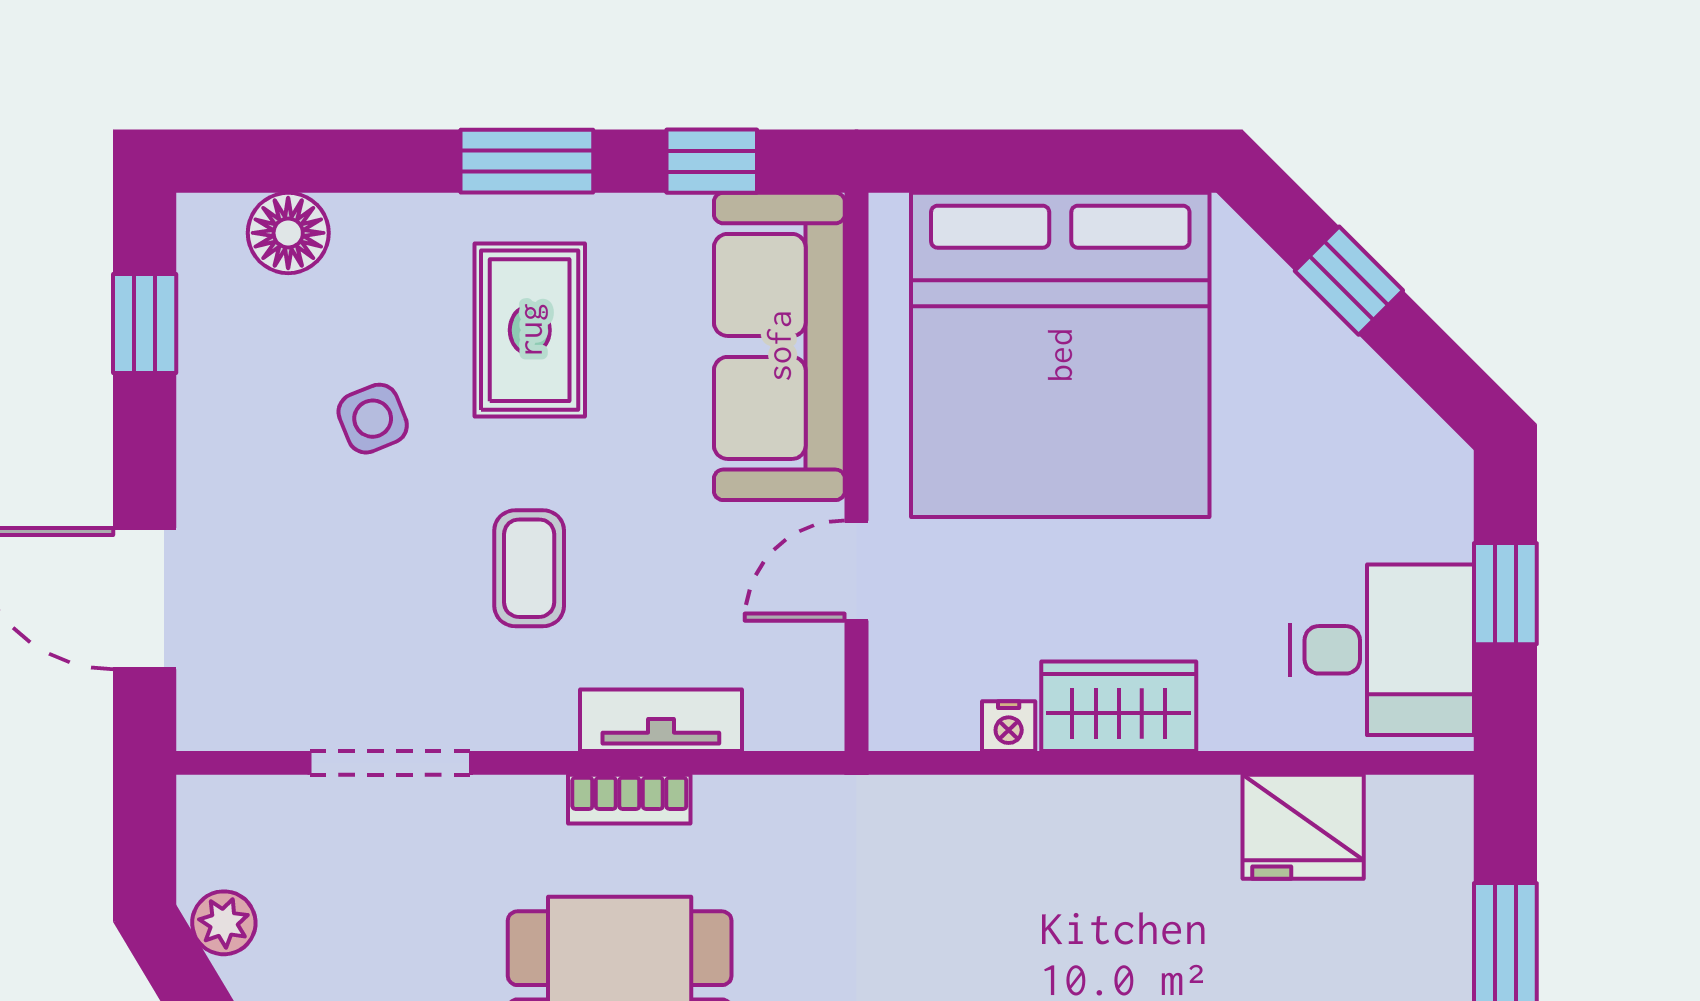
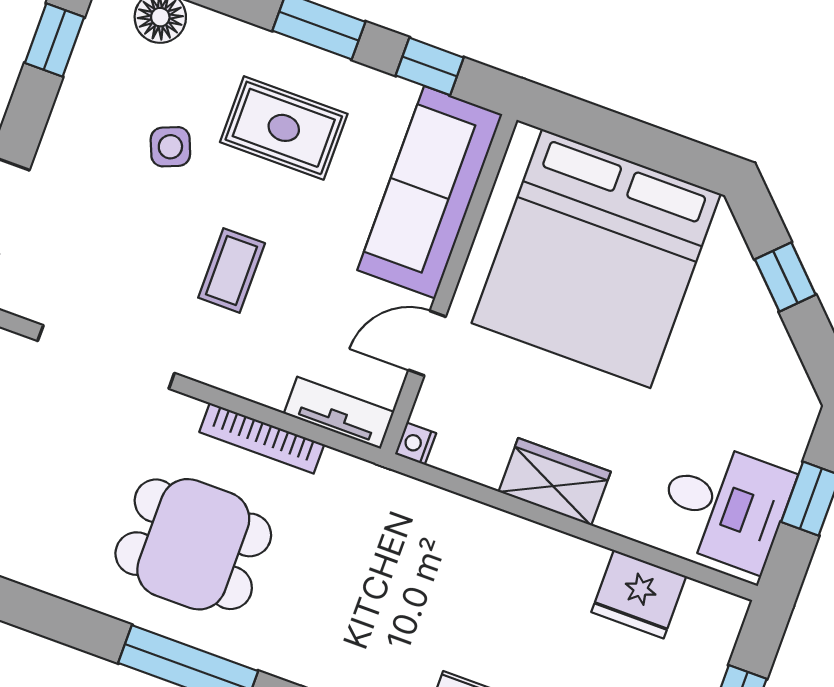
rug: (530, 330) -> (284, 128), turned 90
tv unit: (661, 720) -> (339, 413), moved
nightstand: (1009, 726) -> (416, 444), moved, turned 90
doorway: (391, 763) -> (106, 357), width x1.36
bookcase: (629, 799) -> (262, 438), width x1.56

